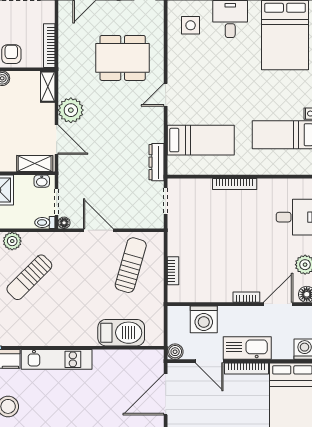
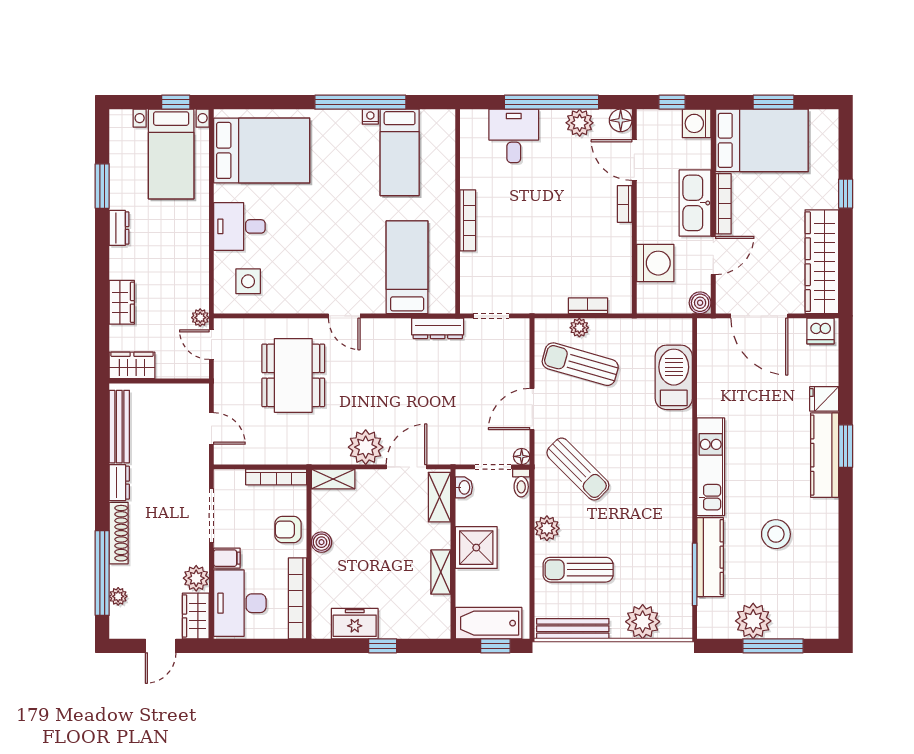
plant: (157, 264) -> (579, 328), added
sun lounger: (29, 277) -> (578, 469), moved

